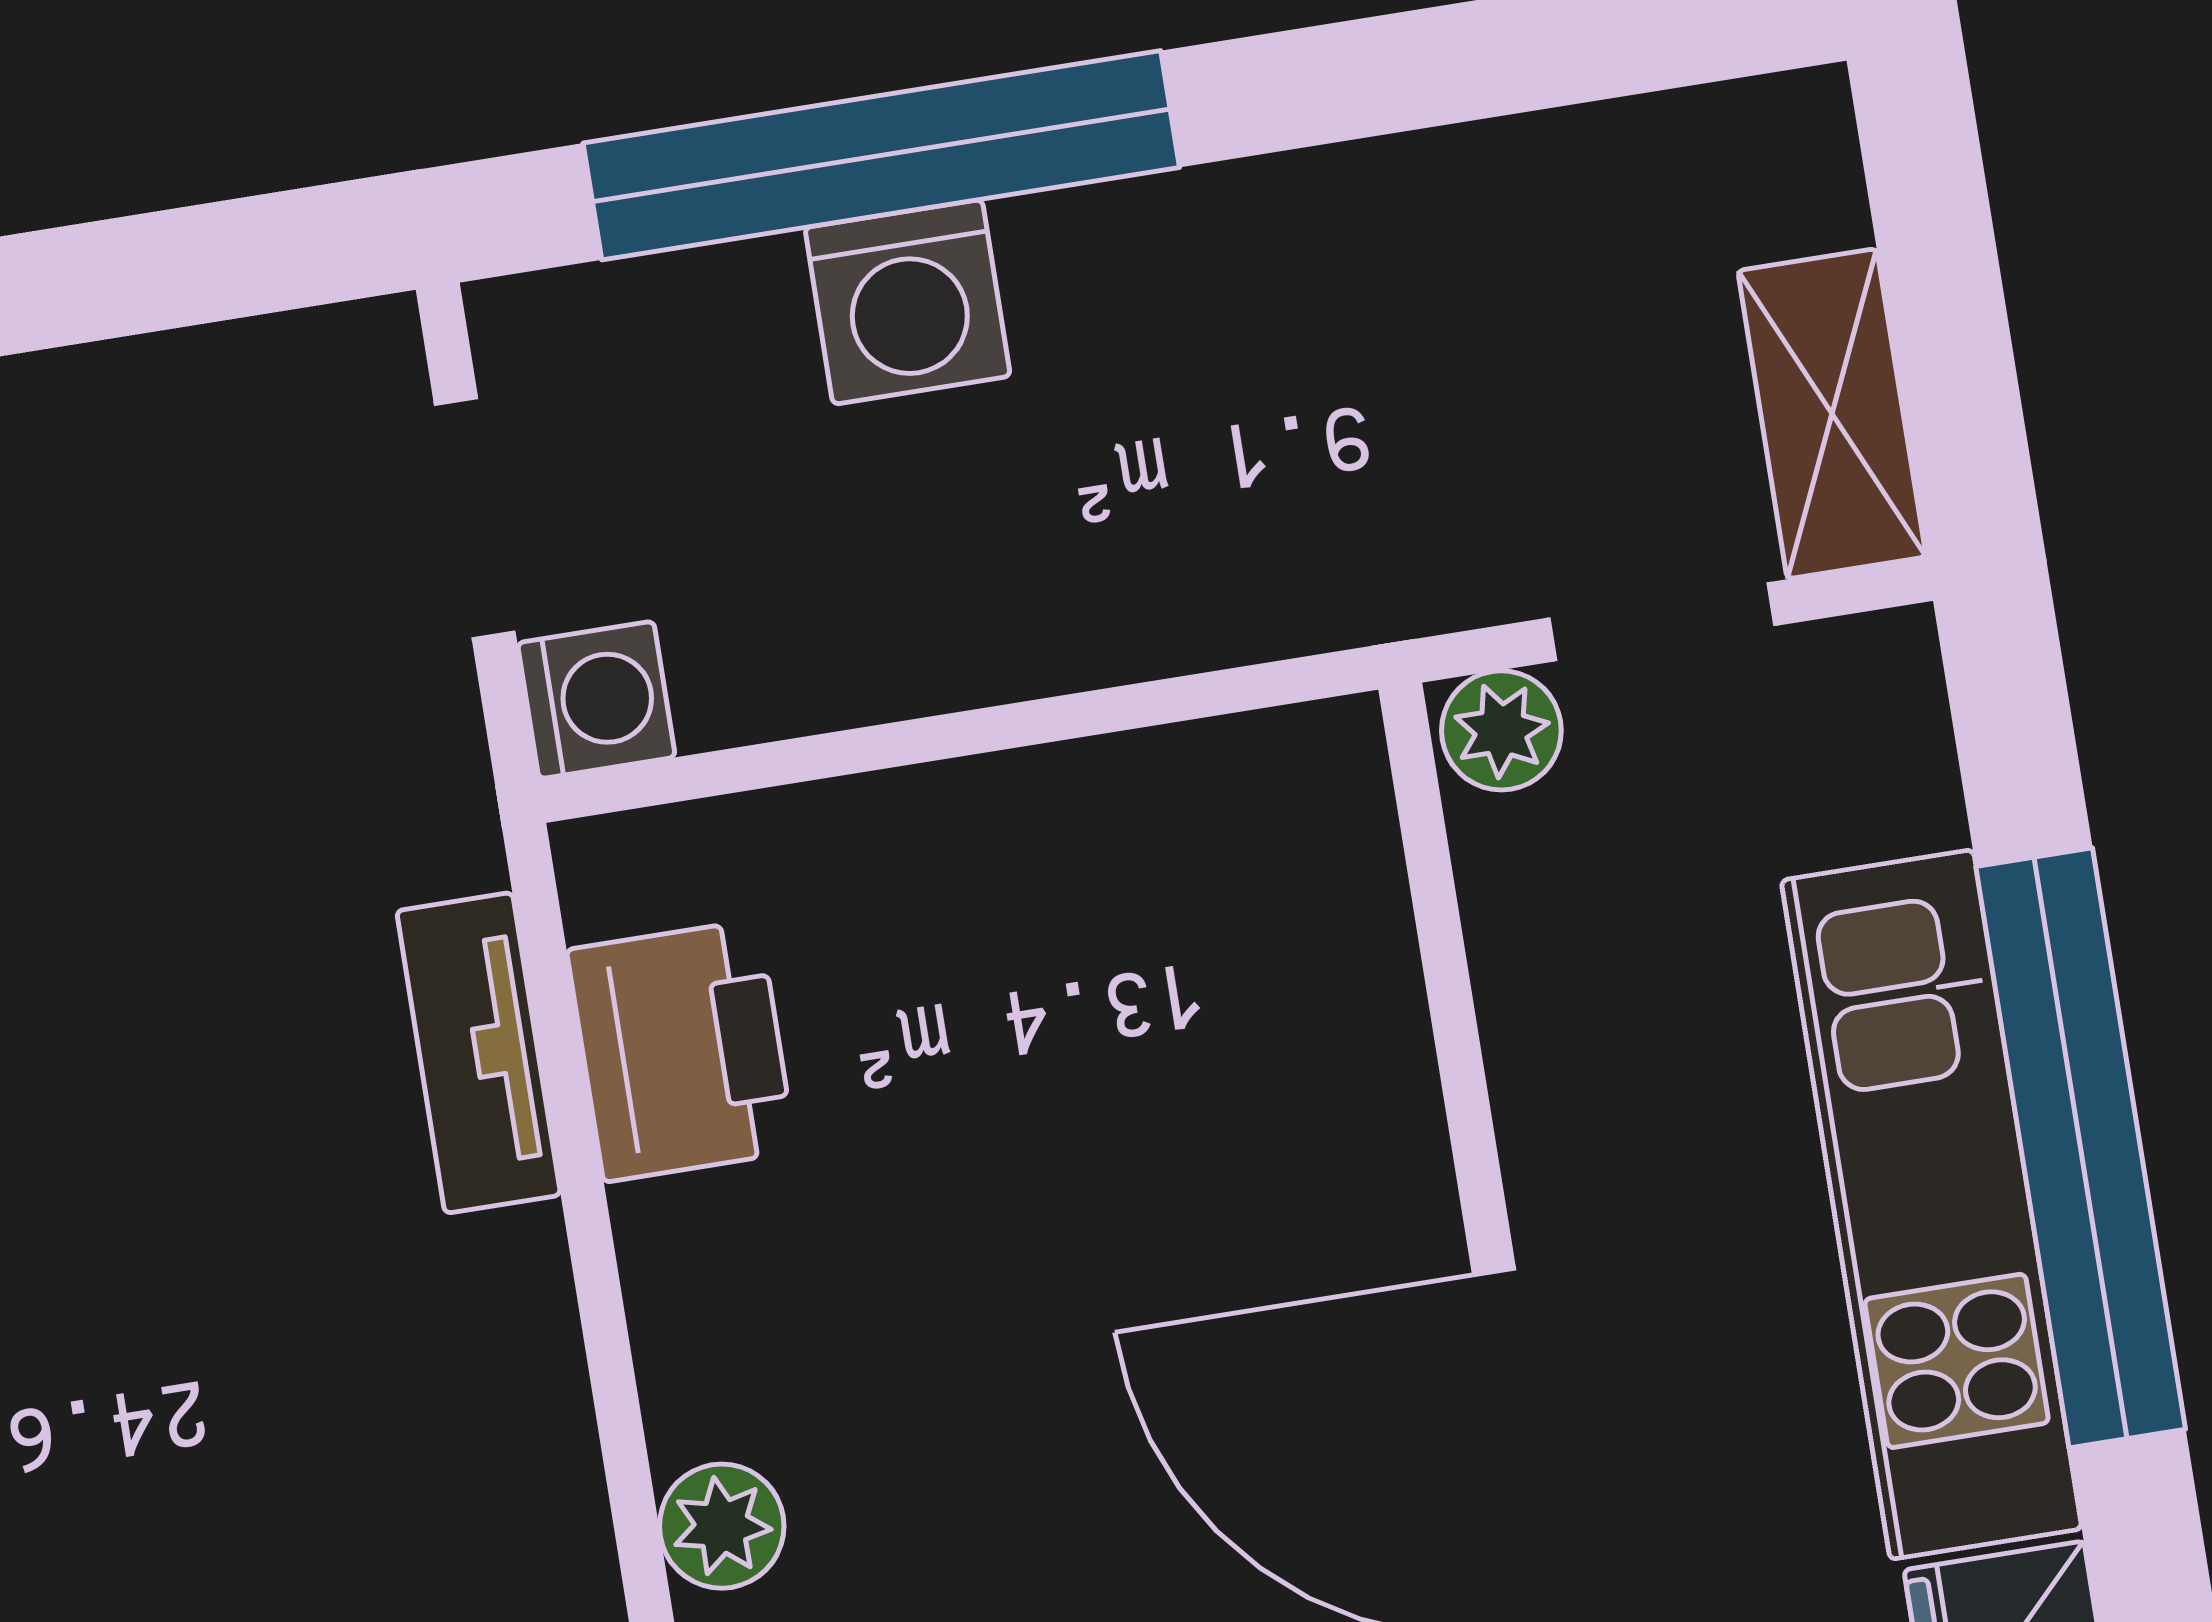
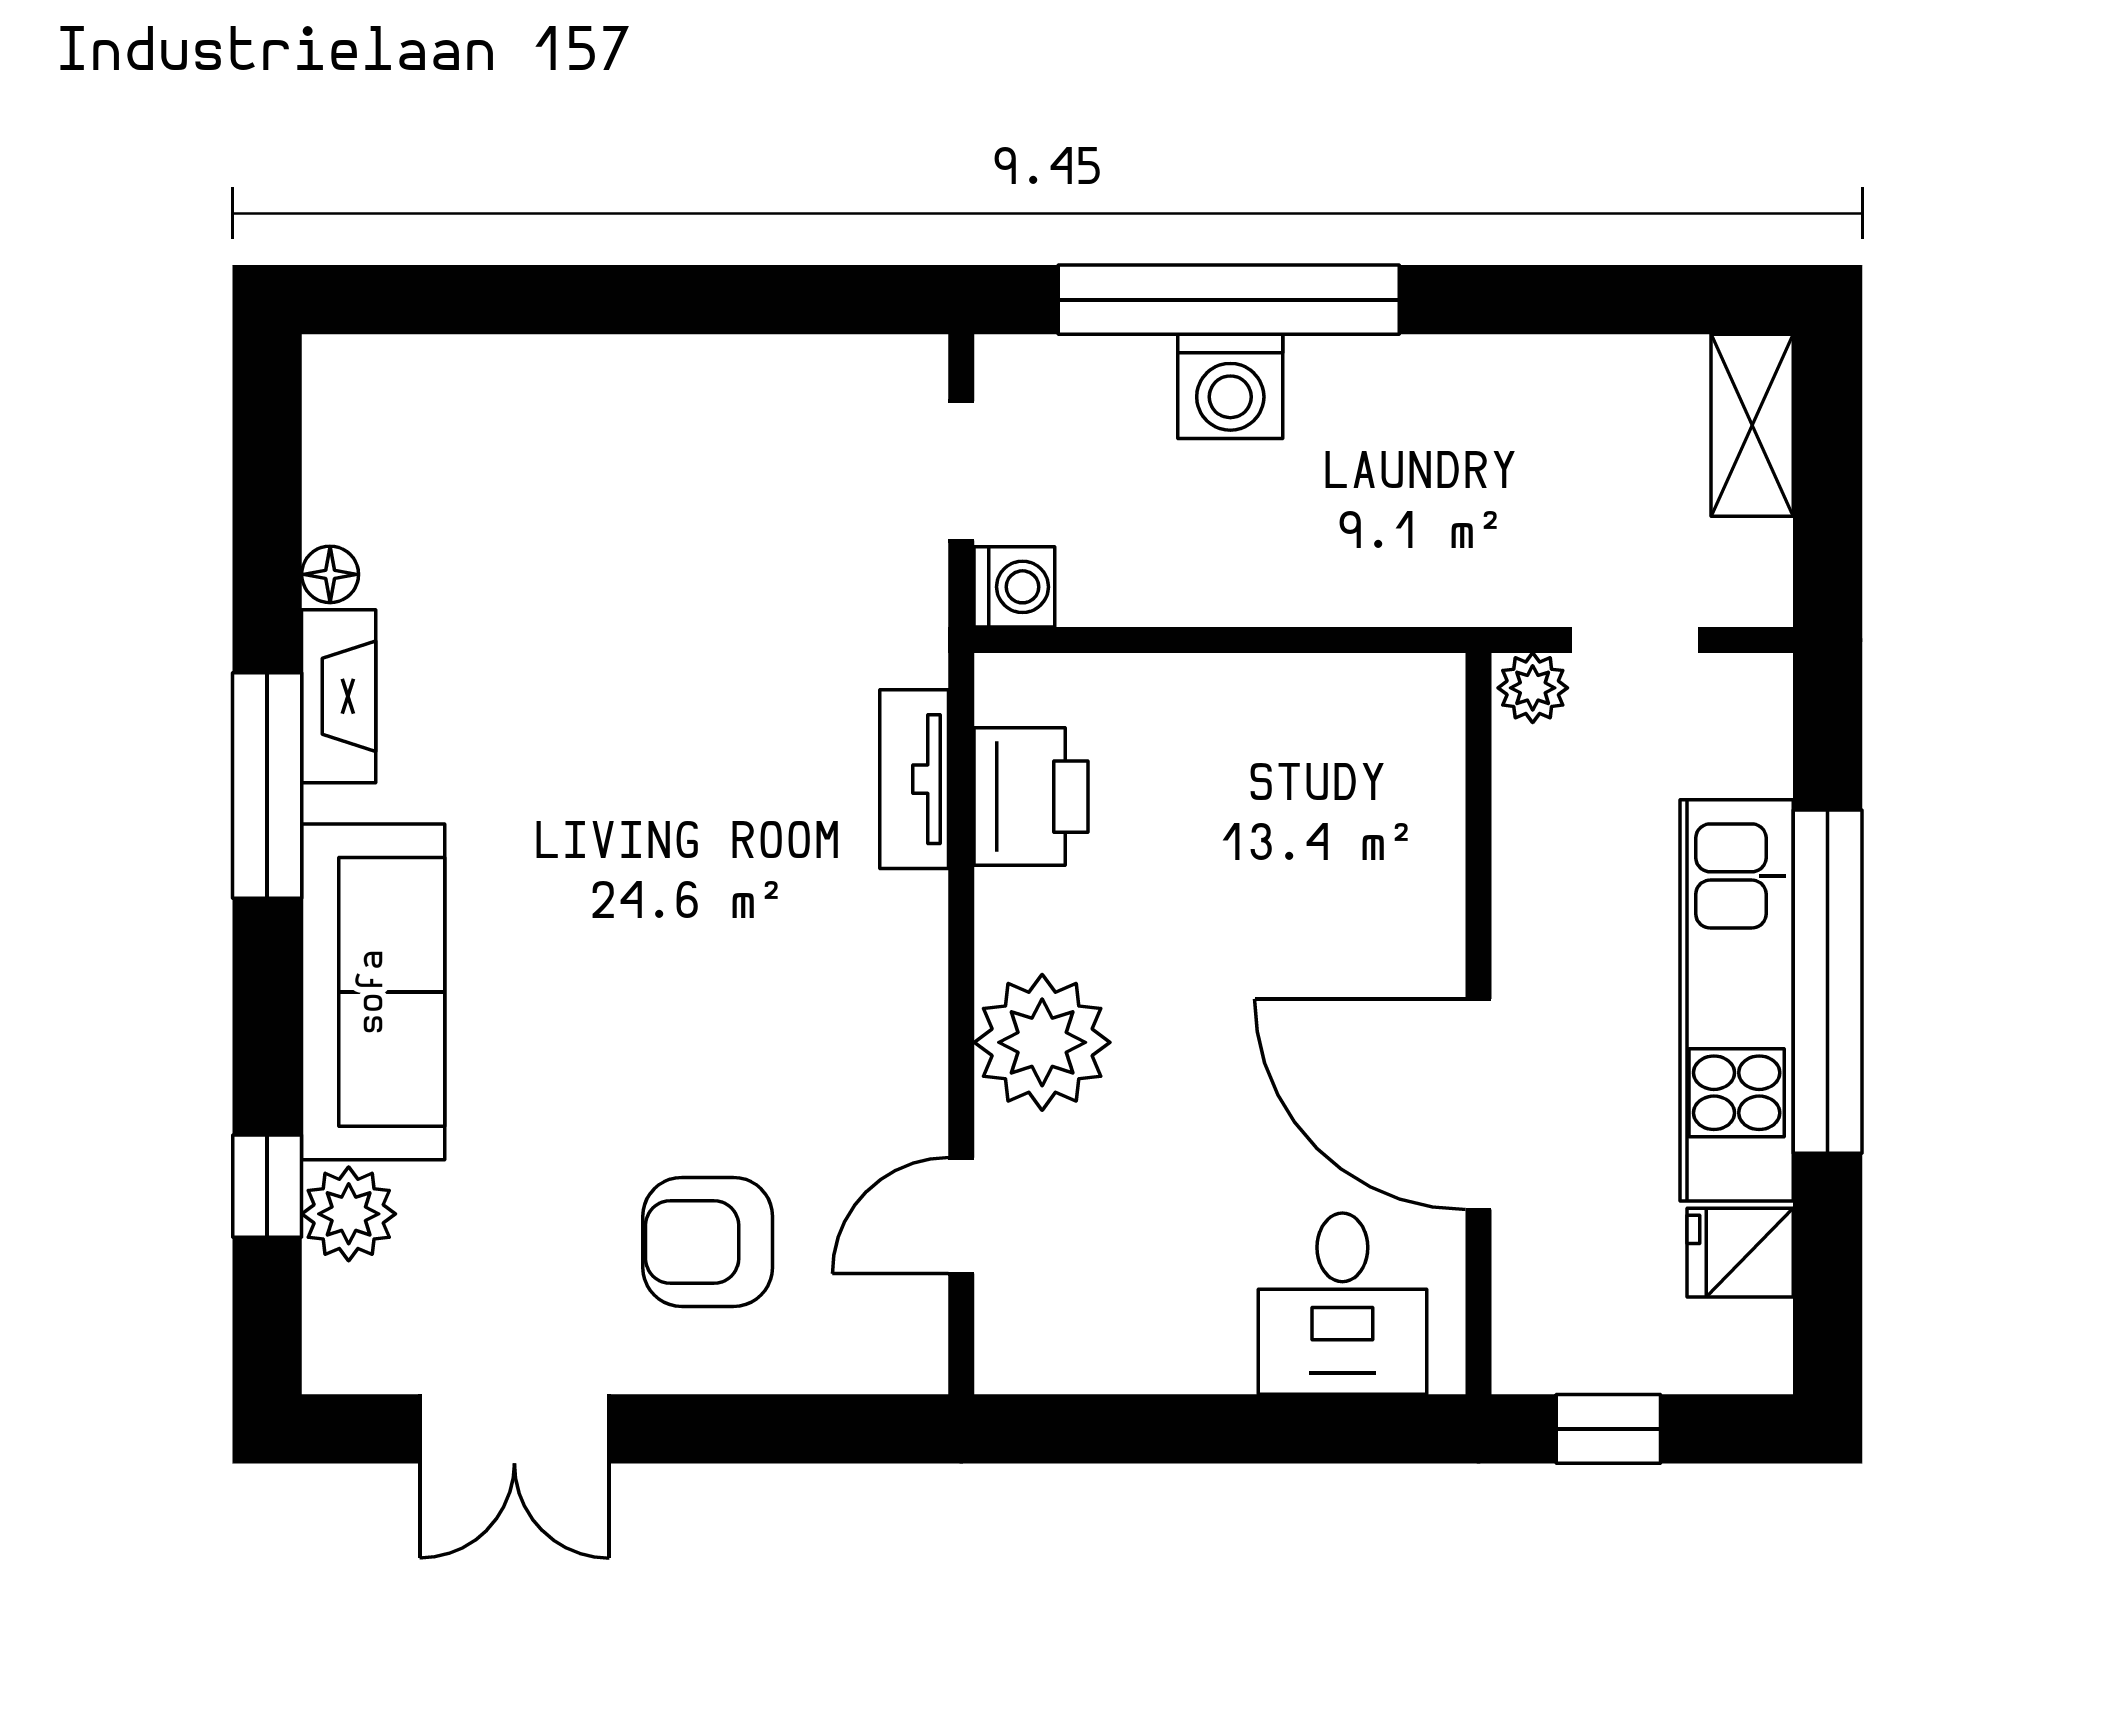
shelving: (1832, 414) -> (1752, 425), moved
plant: (722, 1526) -> (1042, 1042), width x1.87, depth x1.87

